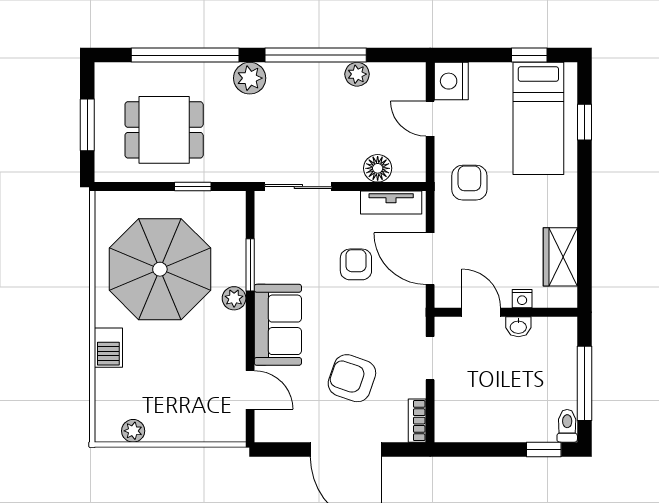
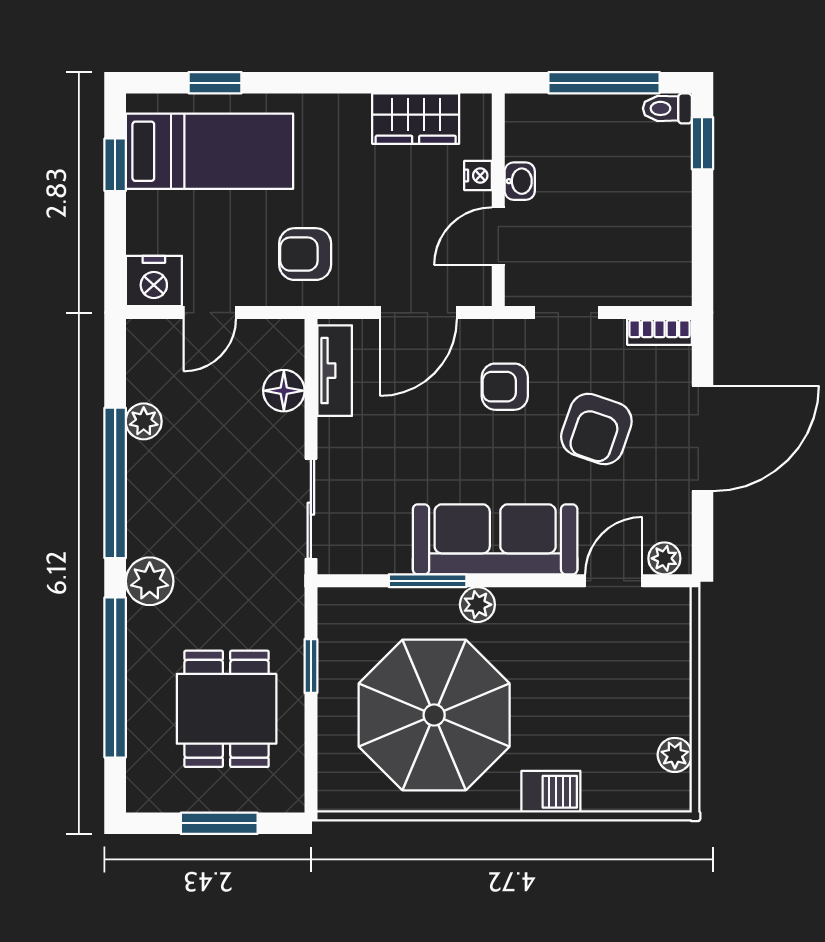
armchair: (356, 264) -> (505, 387), moved
sofa: (278, 325) -> (495, 539), width x1.36
plant: (265, 424) -> (664, 558), added

